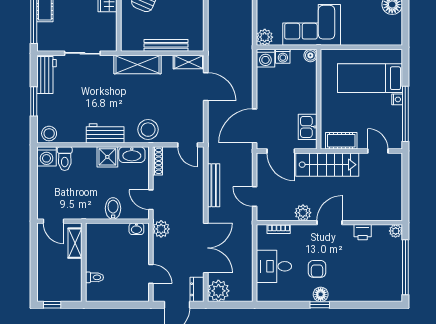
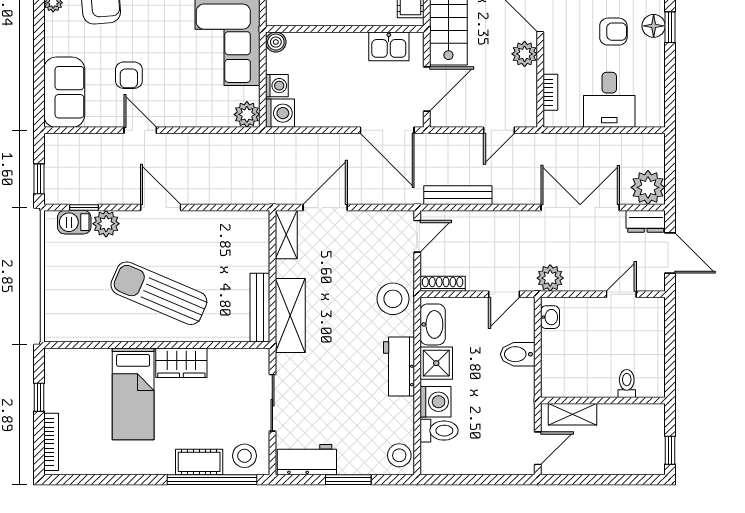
stool: (49, 36) -> (245, 456), added
bench: (166, 45) -> (260, 308), moved
washing machine: (46, 156) -> (435, 402), moved
bench: (214, 185) -> (458, 195), moved

